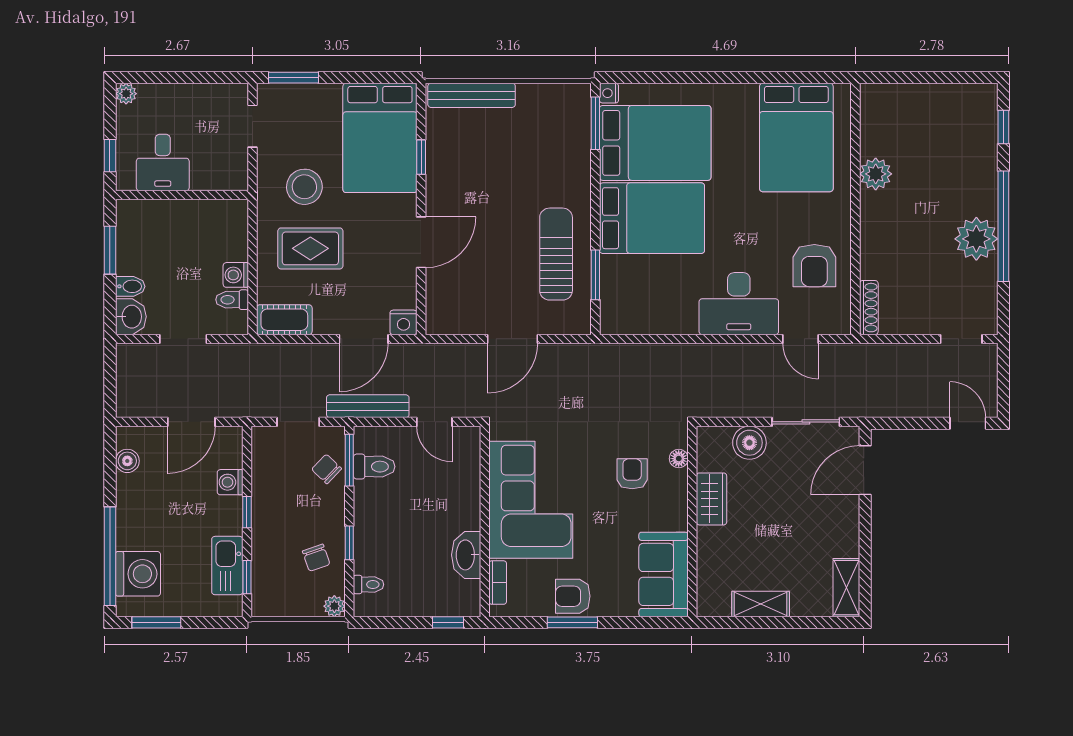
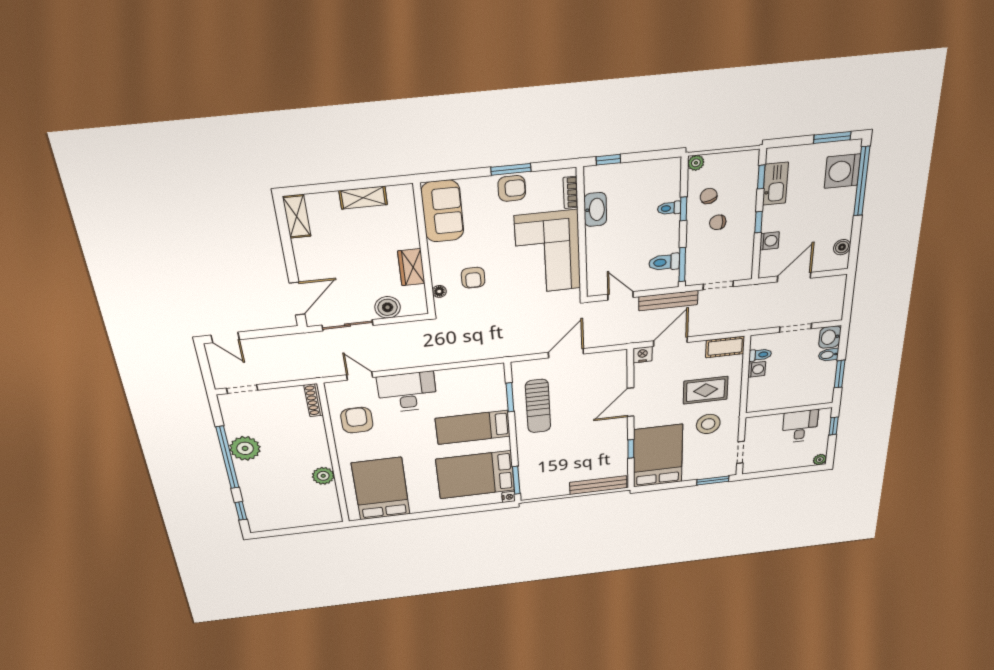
bed: (652, 218) -> (473, 427), width x0.67
chair: (327, 469) -> (718, 222), moved, turned 136
toilet: (369, 584) -> (669, 208), moved

